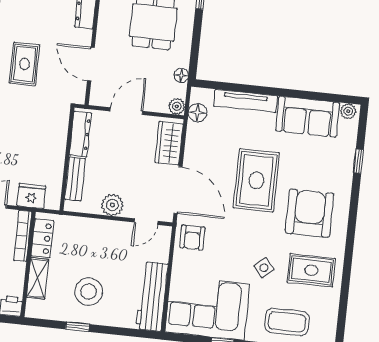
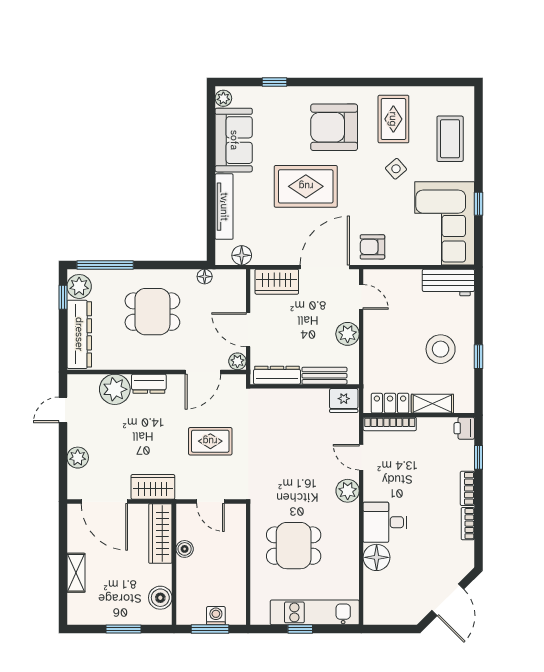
plant: (177, 106) -> (237, 361), moved
fridge: (31, 196) -> (344, 400), moved, turned -90
armchair: (192, 237) -> (372, 247), turned 180
workbench: (152, 297) -> (448, 283), width x0.73

